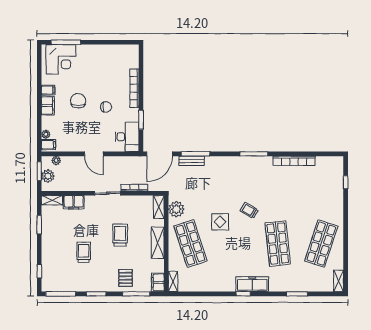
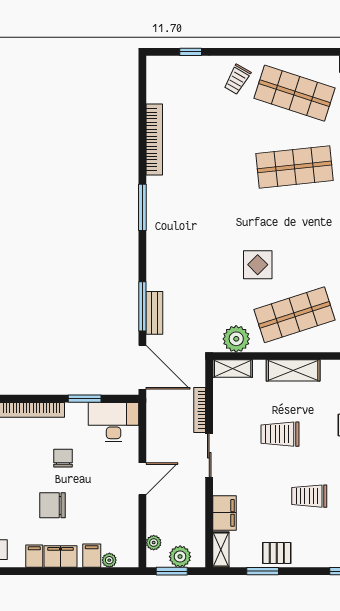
filing cabinet: (48, 145) -> (92, 556), moved
trolley: (249, 210) -> (237, 79), moved
pallet: (50, 233) -> (277, 553), added

